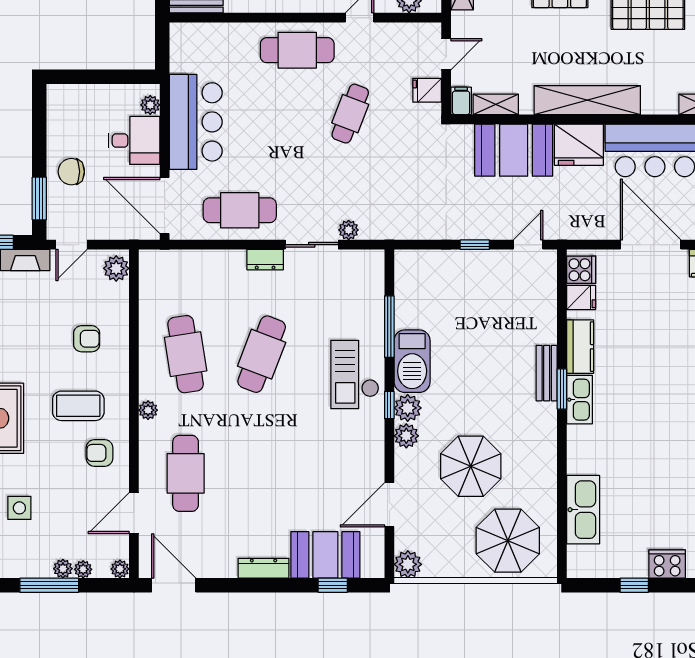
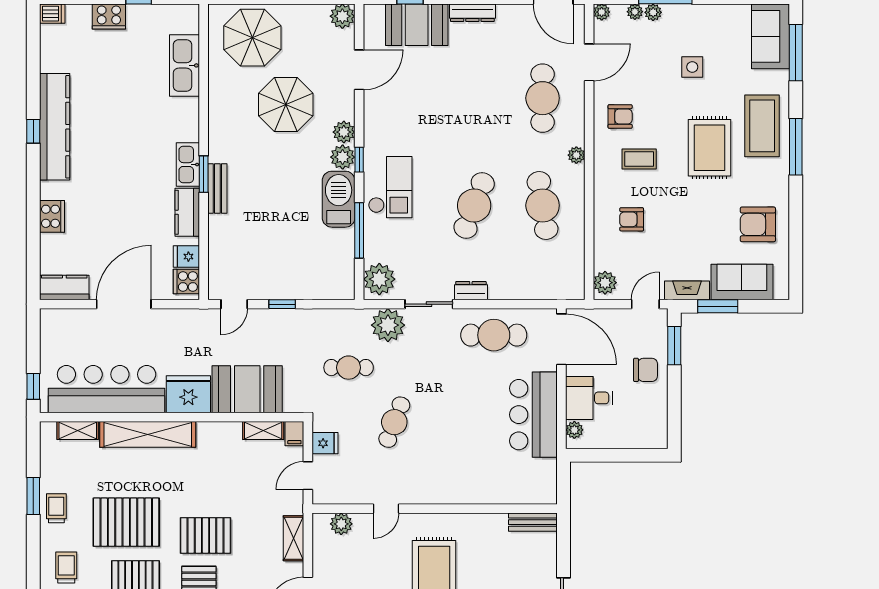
cafe table: (297, 50) -> (349, 368), moved, width x0.73, depth x0.74
shelving: (587, 100) -> (148, 434), moved
plant: (349, 230) -> (388, 325), width x1.87, depth x1.87
door: (651, 245) -> (124, 304), swing flipped
plant: (367, 272) -> (379, 279), added
coffee table: (78, 406) -> (639, 159), width x0.73, depth x0.77

